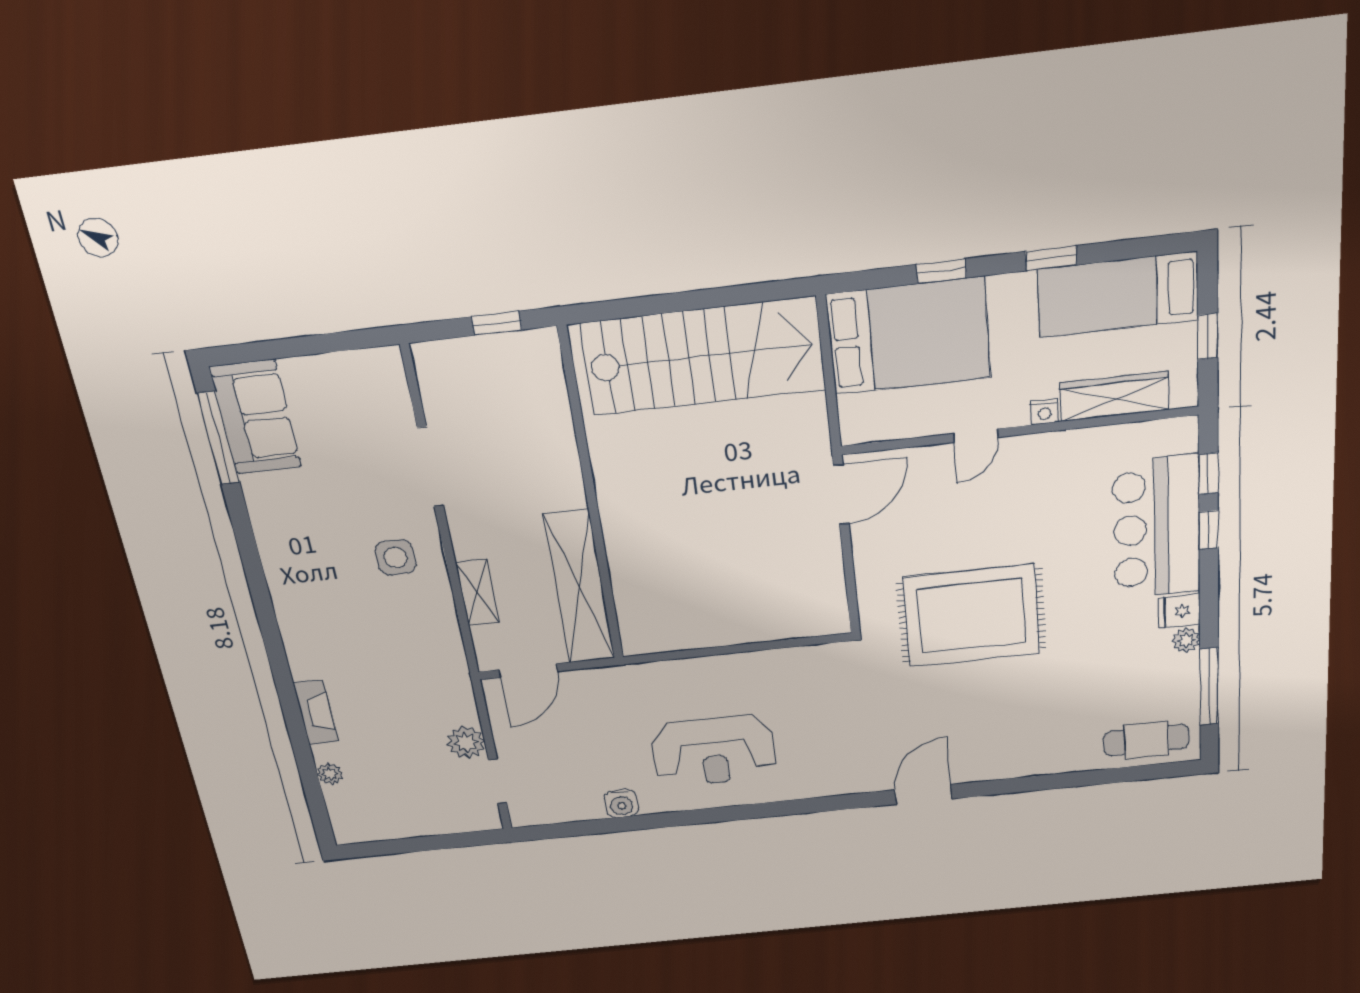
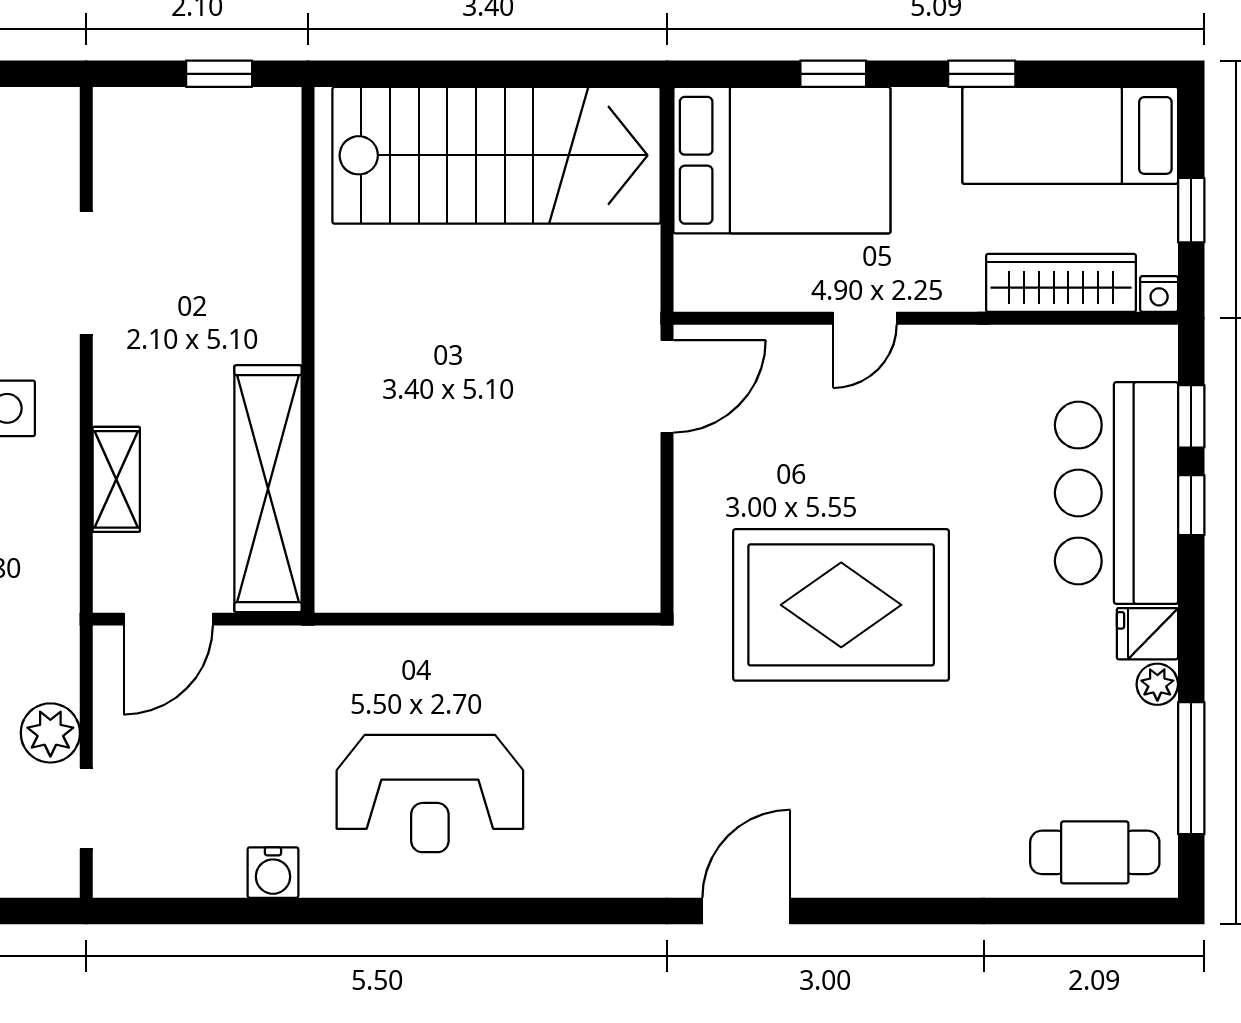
nightstand: (1044, 412) -> (1159, 294), moved

